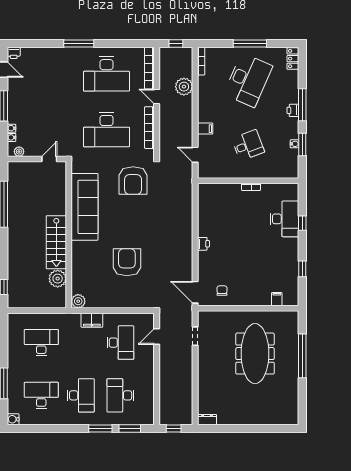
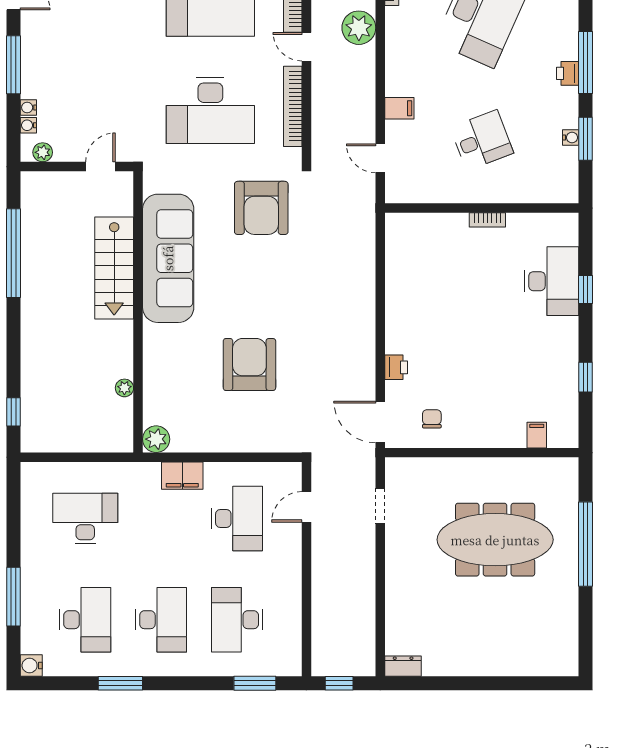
stairs: (56, 242) -> (114, 268), moved
printer: (203, 244) -> (396, 367), moved
plant: (58, 279) -> (124, 388), width x0.53, depth x0.53
meeting table: (255, 354) -> (495, 540), turned 90
desk: (41, 395) -> (85, 620), turned 90
window: (100, 429) -> (120, 683), moved

